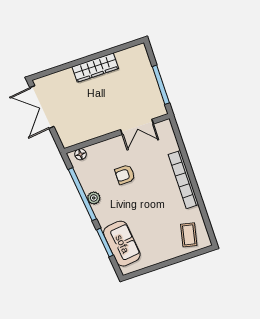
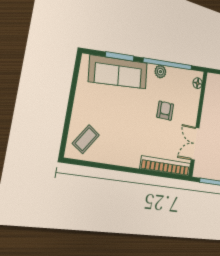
bookcase: (183, 180) -> (166, 166), moved
coffee table: (189, 235) -> (86, 139), turned -68
sofa: (122, 244) -> (119, 72), width x1.36

